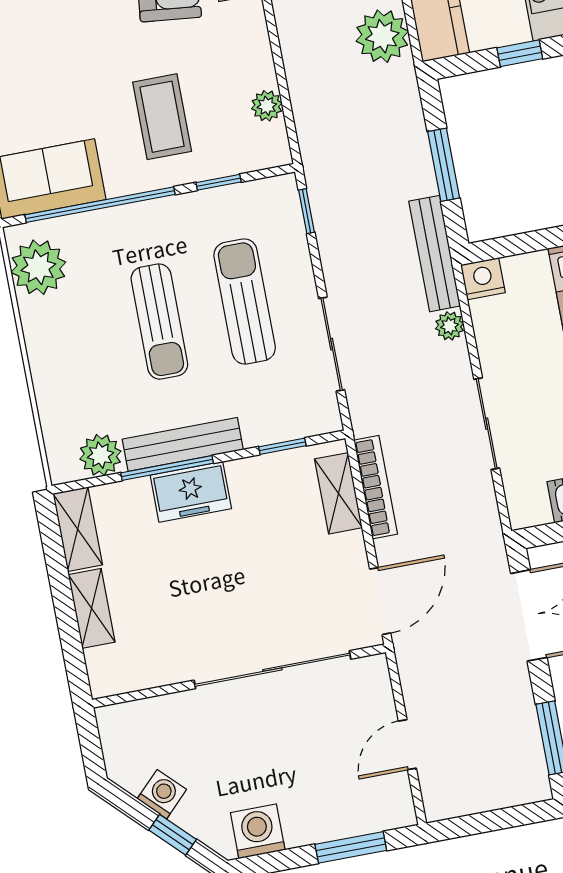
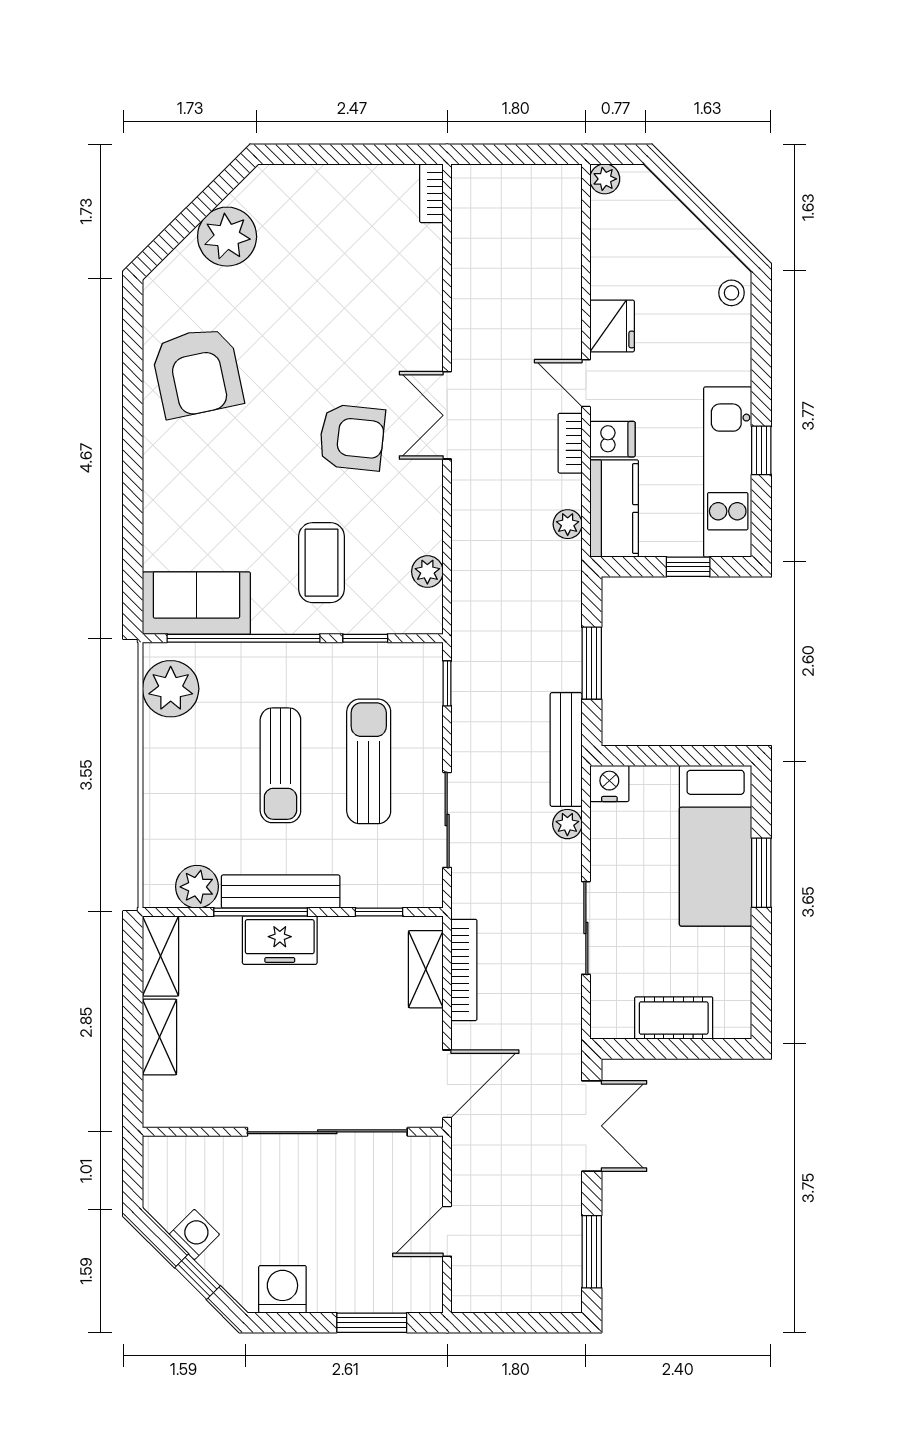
plant: (382, 36) -> (568, 524), width x0.53, depth x0.53

